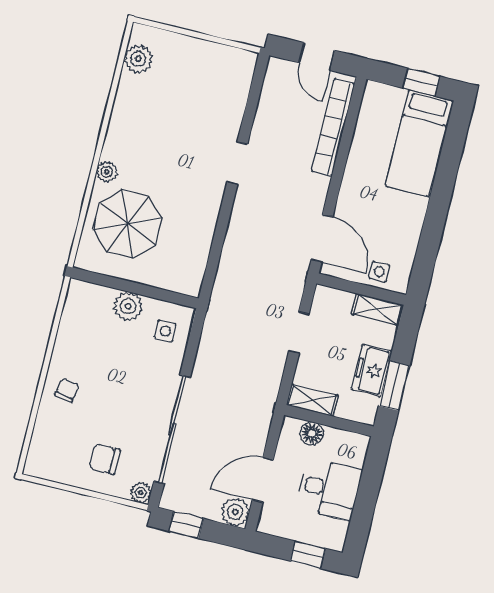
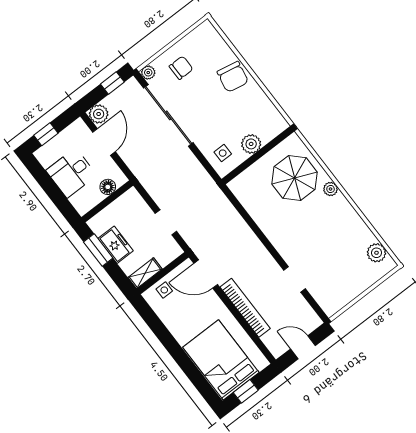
bookcase: (333, 128) -> (245, 308), moved
bed: (419, 143) -> (221, 360), width x1.50
doorway: (237, 163) -> (295, 279), moved
chair: (67, 390) -> (233, 77), width x1.87, depth x1.87
shelving: (312, 400) -> (125, 201), removed

